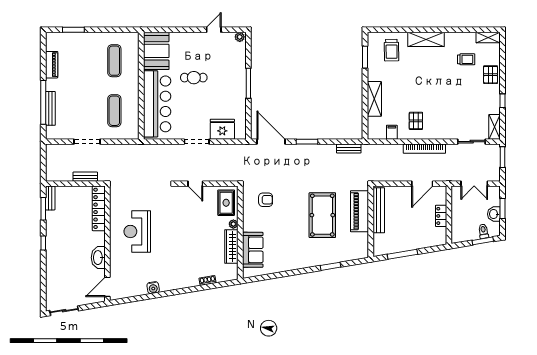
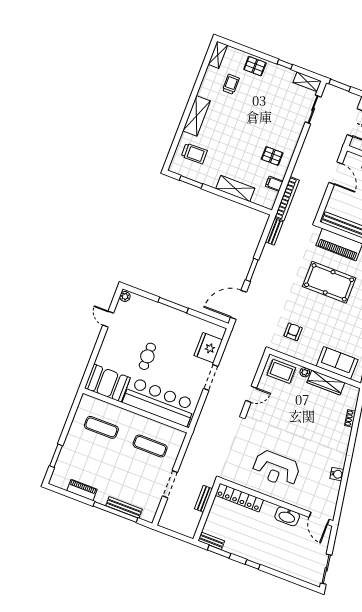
bookcase: (424, 149) -> (287, 199), moved

